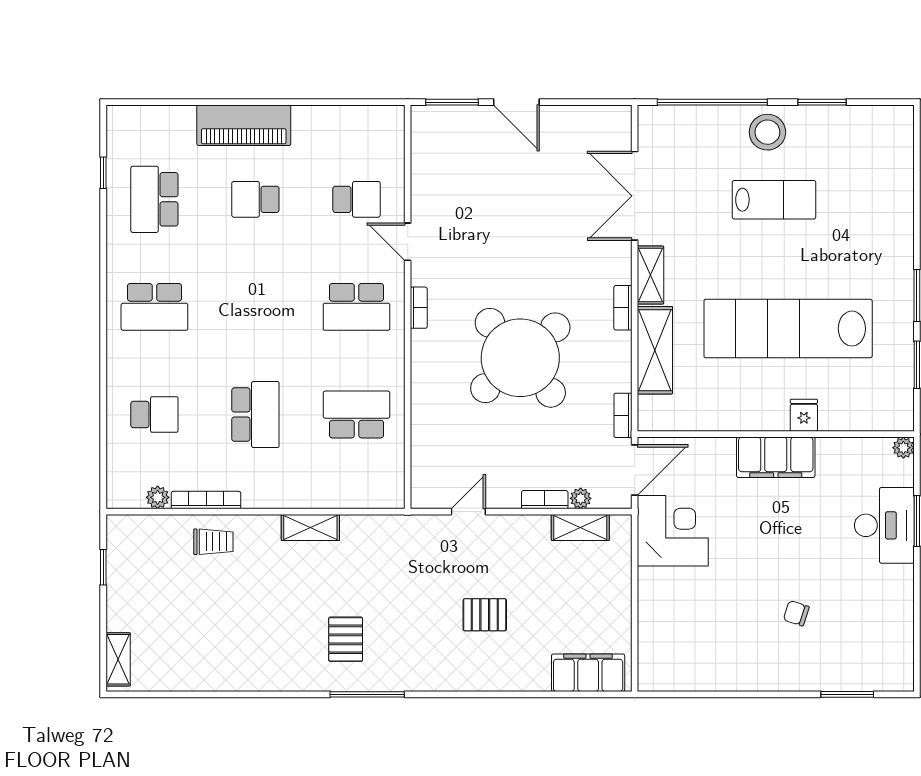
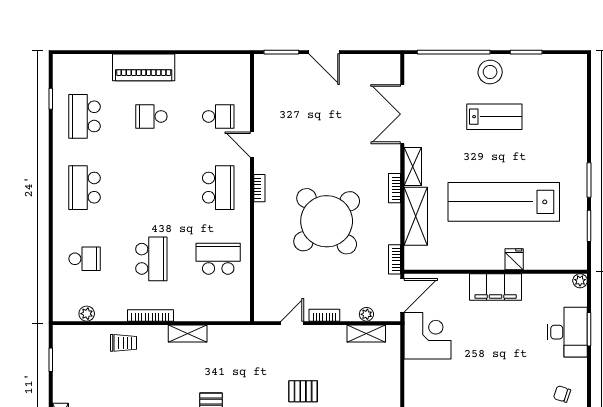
school desk: (154, 307) -> (85, 188), turned 90
school desk: (356, 307) -> (218, 188), turned -90
bookcase: (206, 500) -> (150, 315), moved
bookcase: (545, 500) -> (324, 315), moved
chair: (796, 613) -> (562, 394), moved

